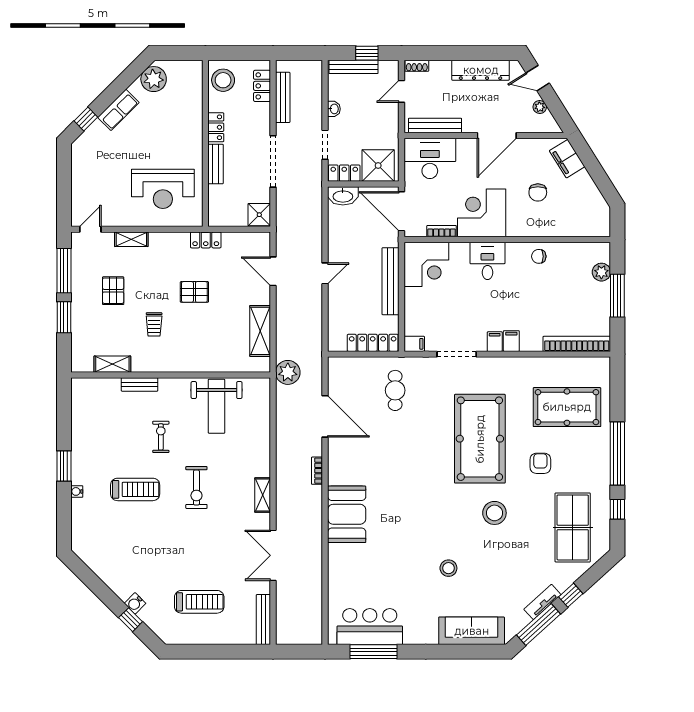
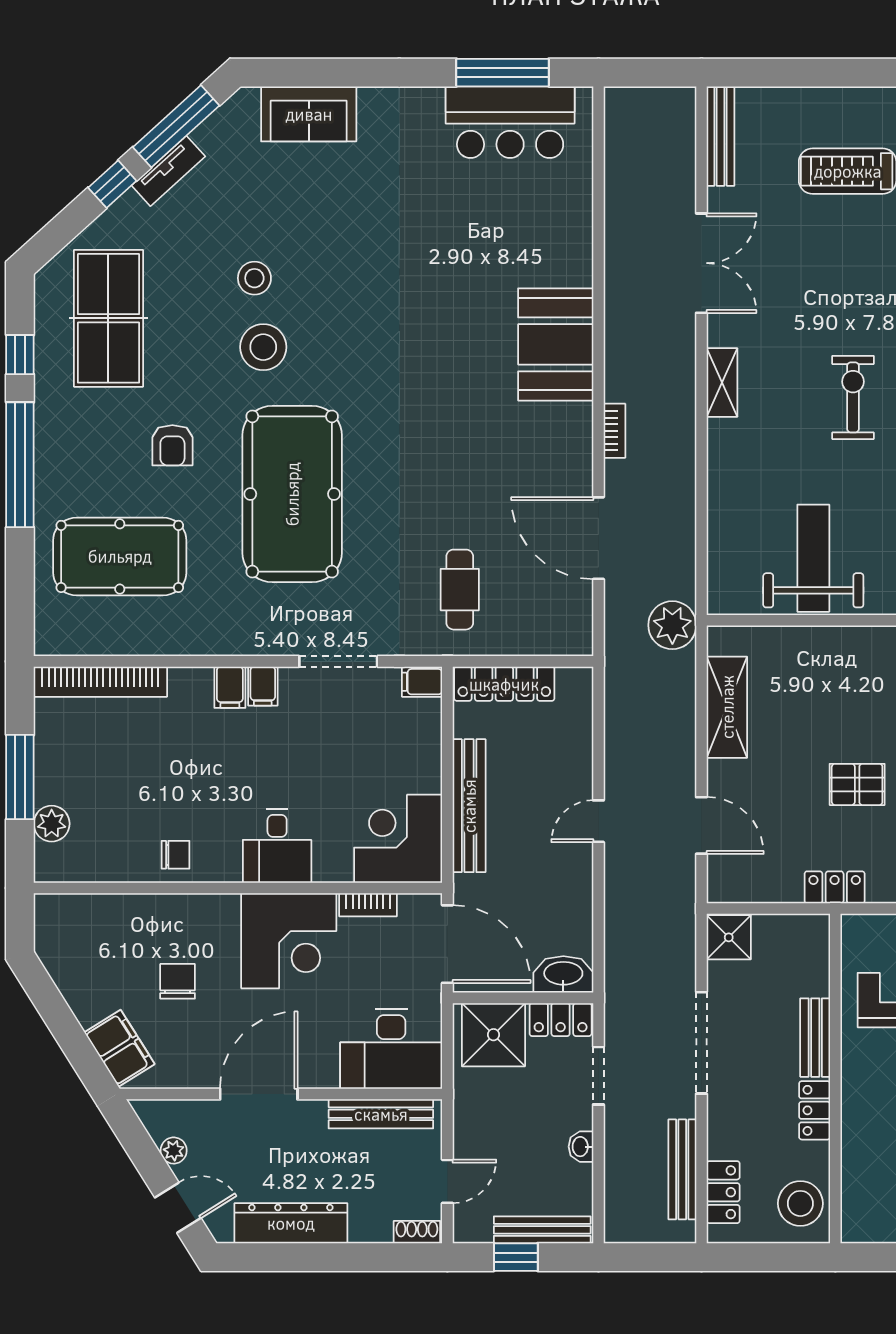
stool: (448, 568) -> (254, 278), moved
sofa: (472, 631) -> (309, 114), width x0.73

